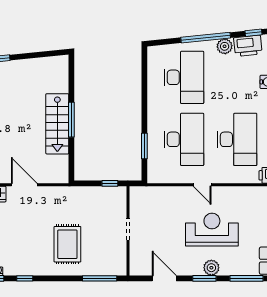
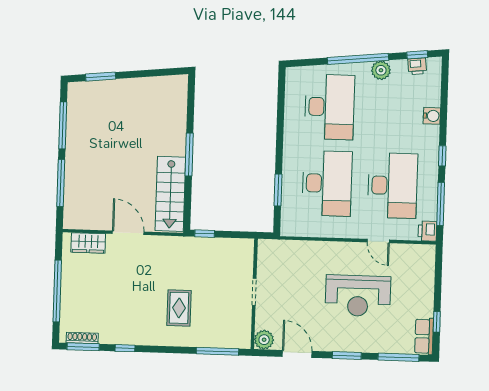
printer: (248, 46) -> (417, 66), width x0.53, depth x0.68
stairs: (57, 124) -> (170, 194), moved
window: (110, 183) -> (205, 234), moved
door: (202, 185) -> (378, 241), moved
reception desk: (212, 230) -> (358, 296), turned 180
rug: (67, 244) -> (179, 308), width x0.73, depth x0.70
plant: (211, 268) -> (264, 340), moved

